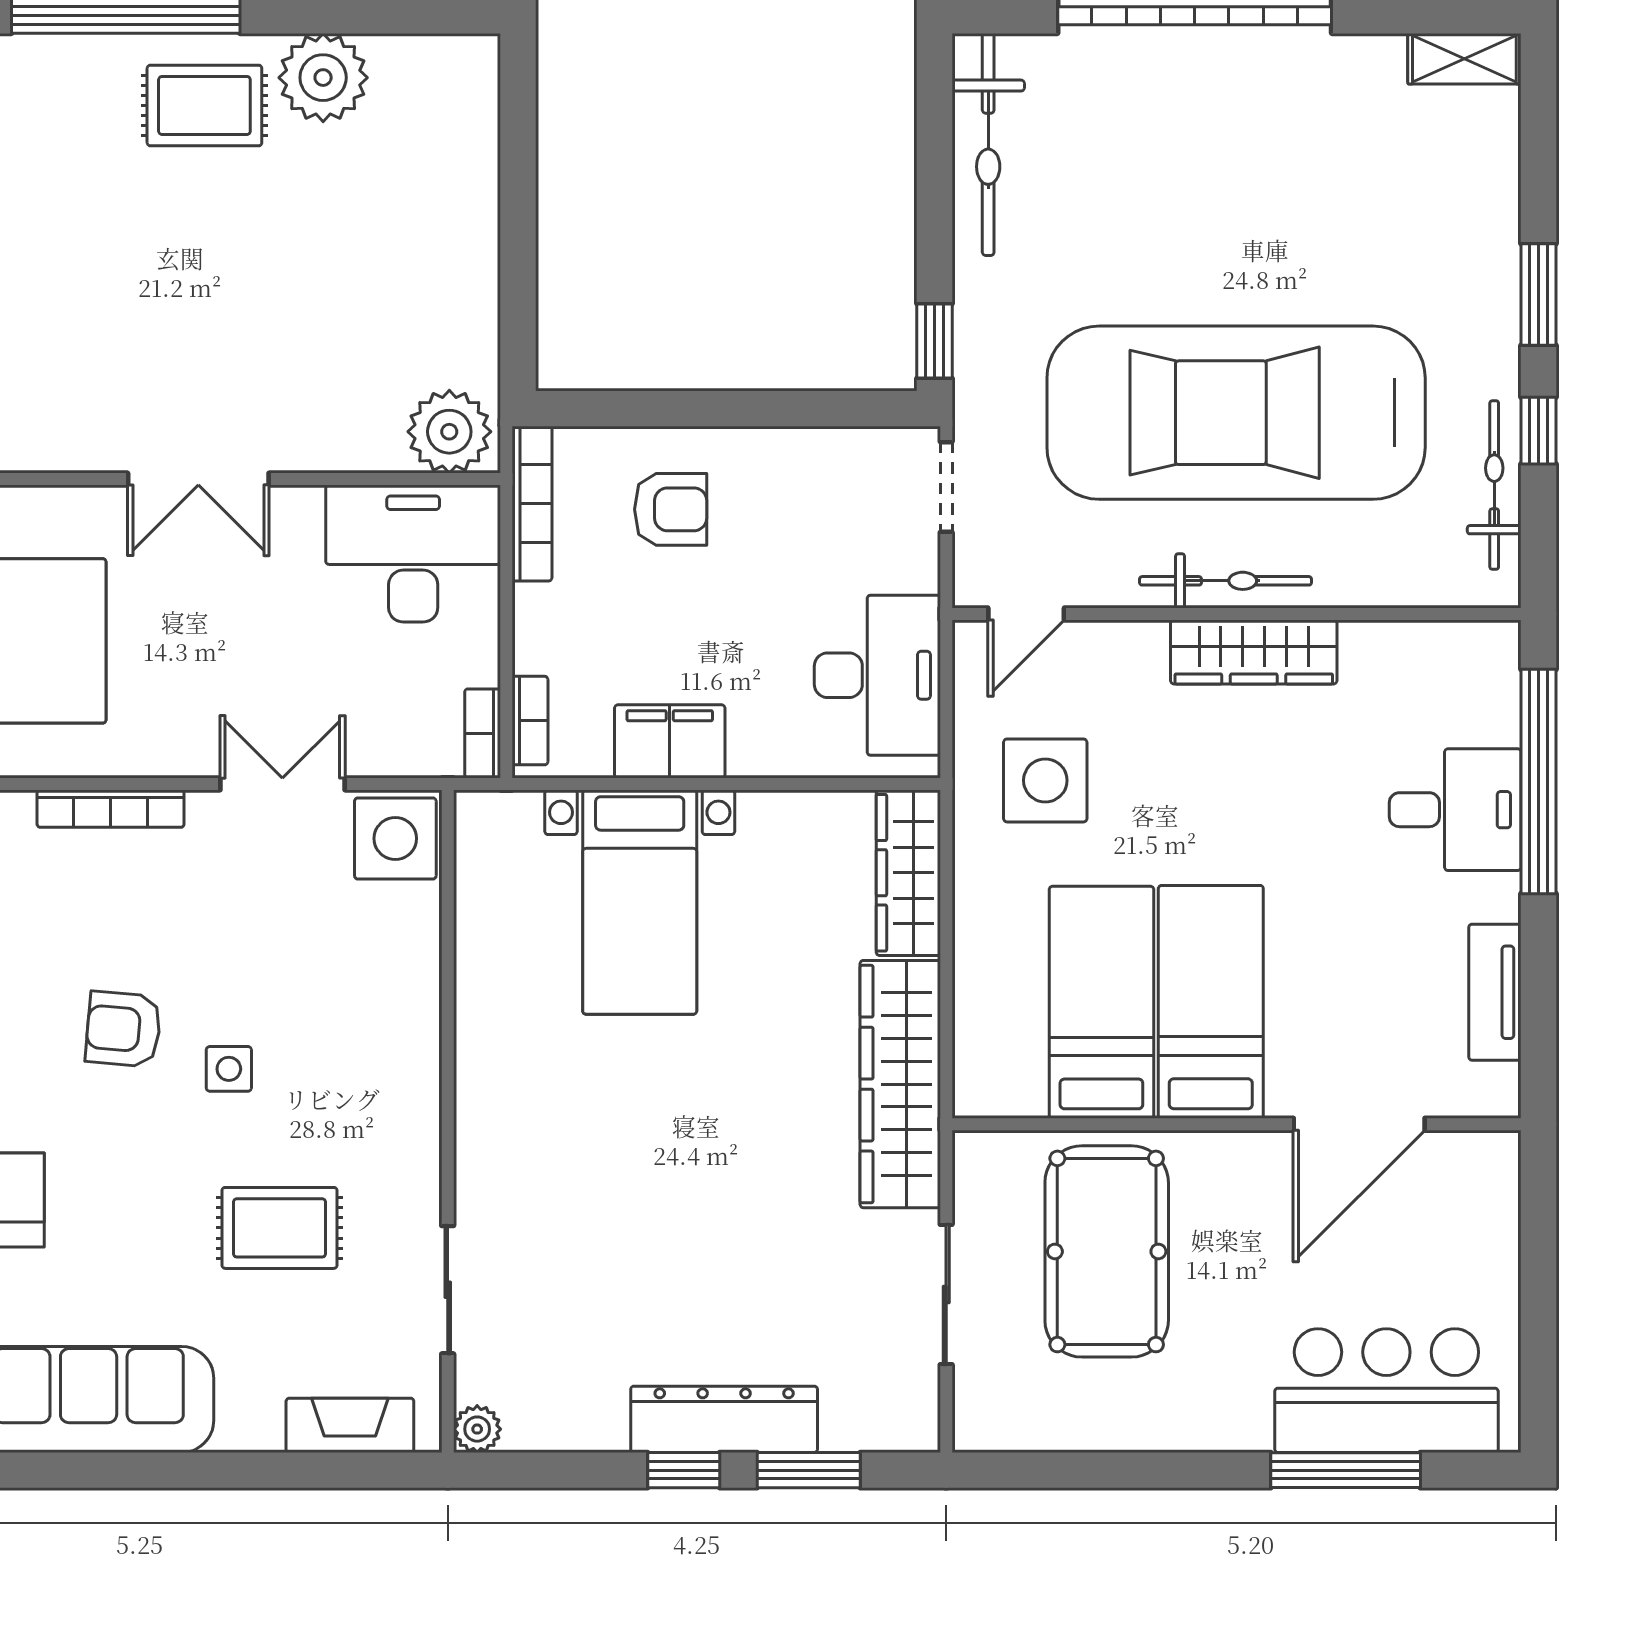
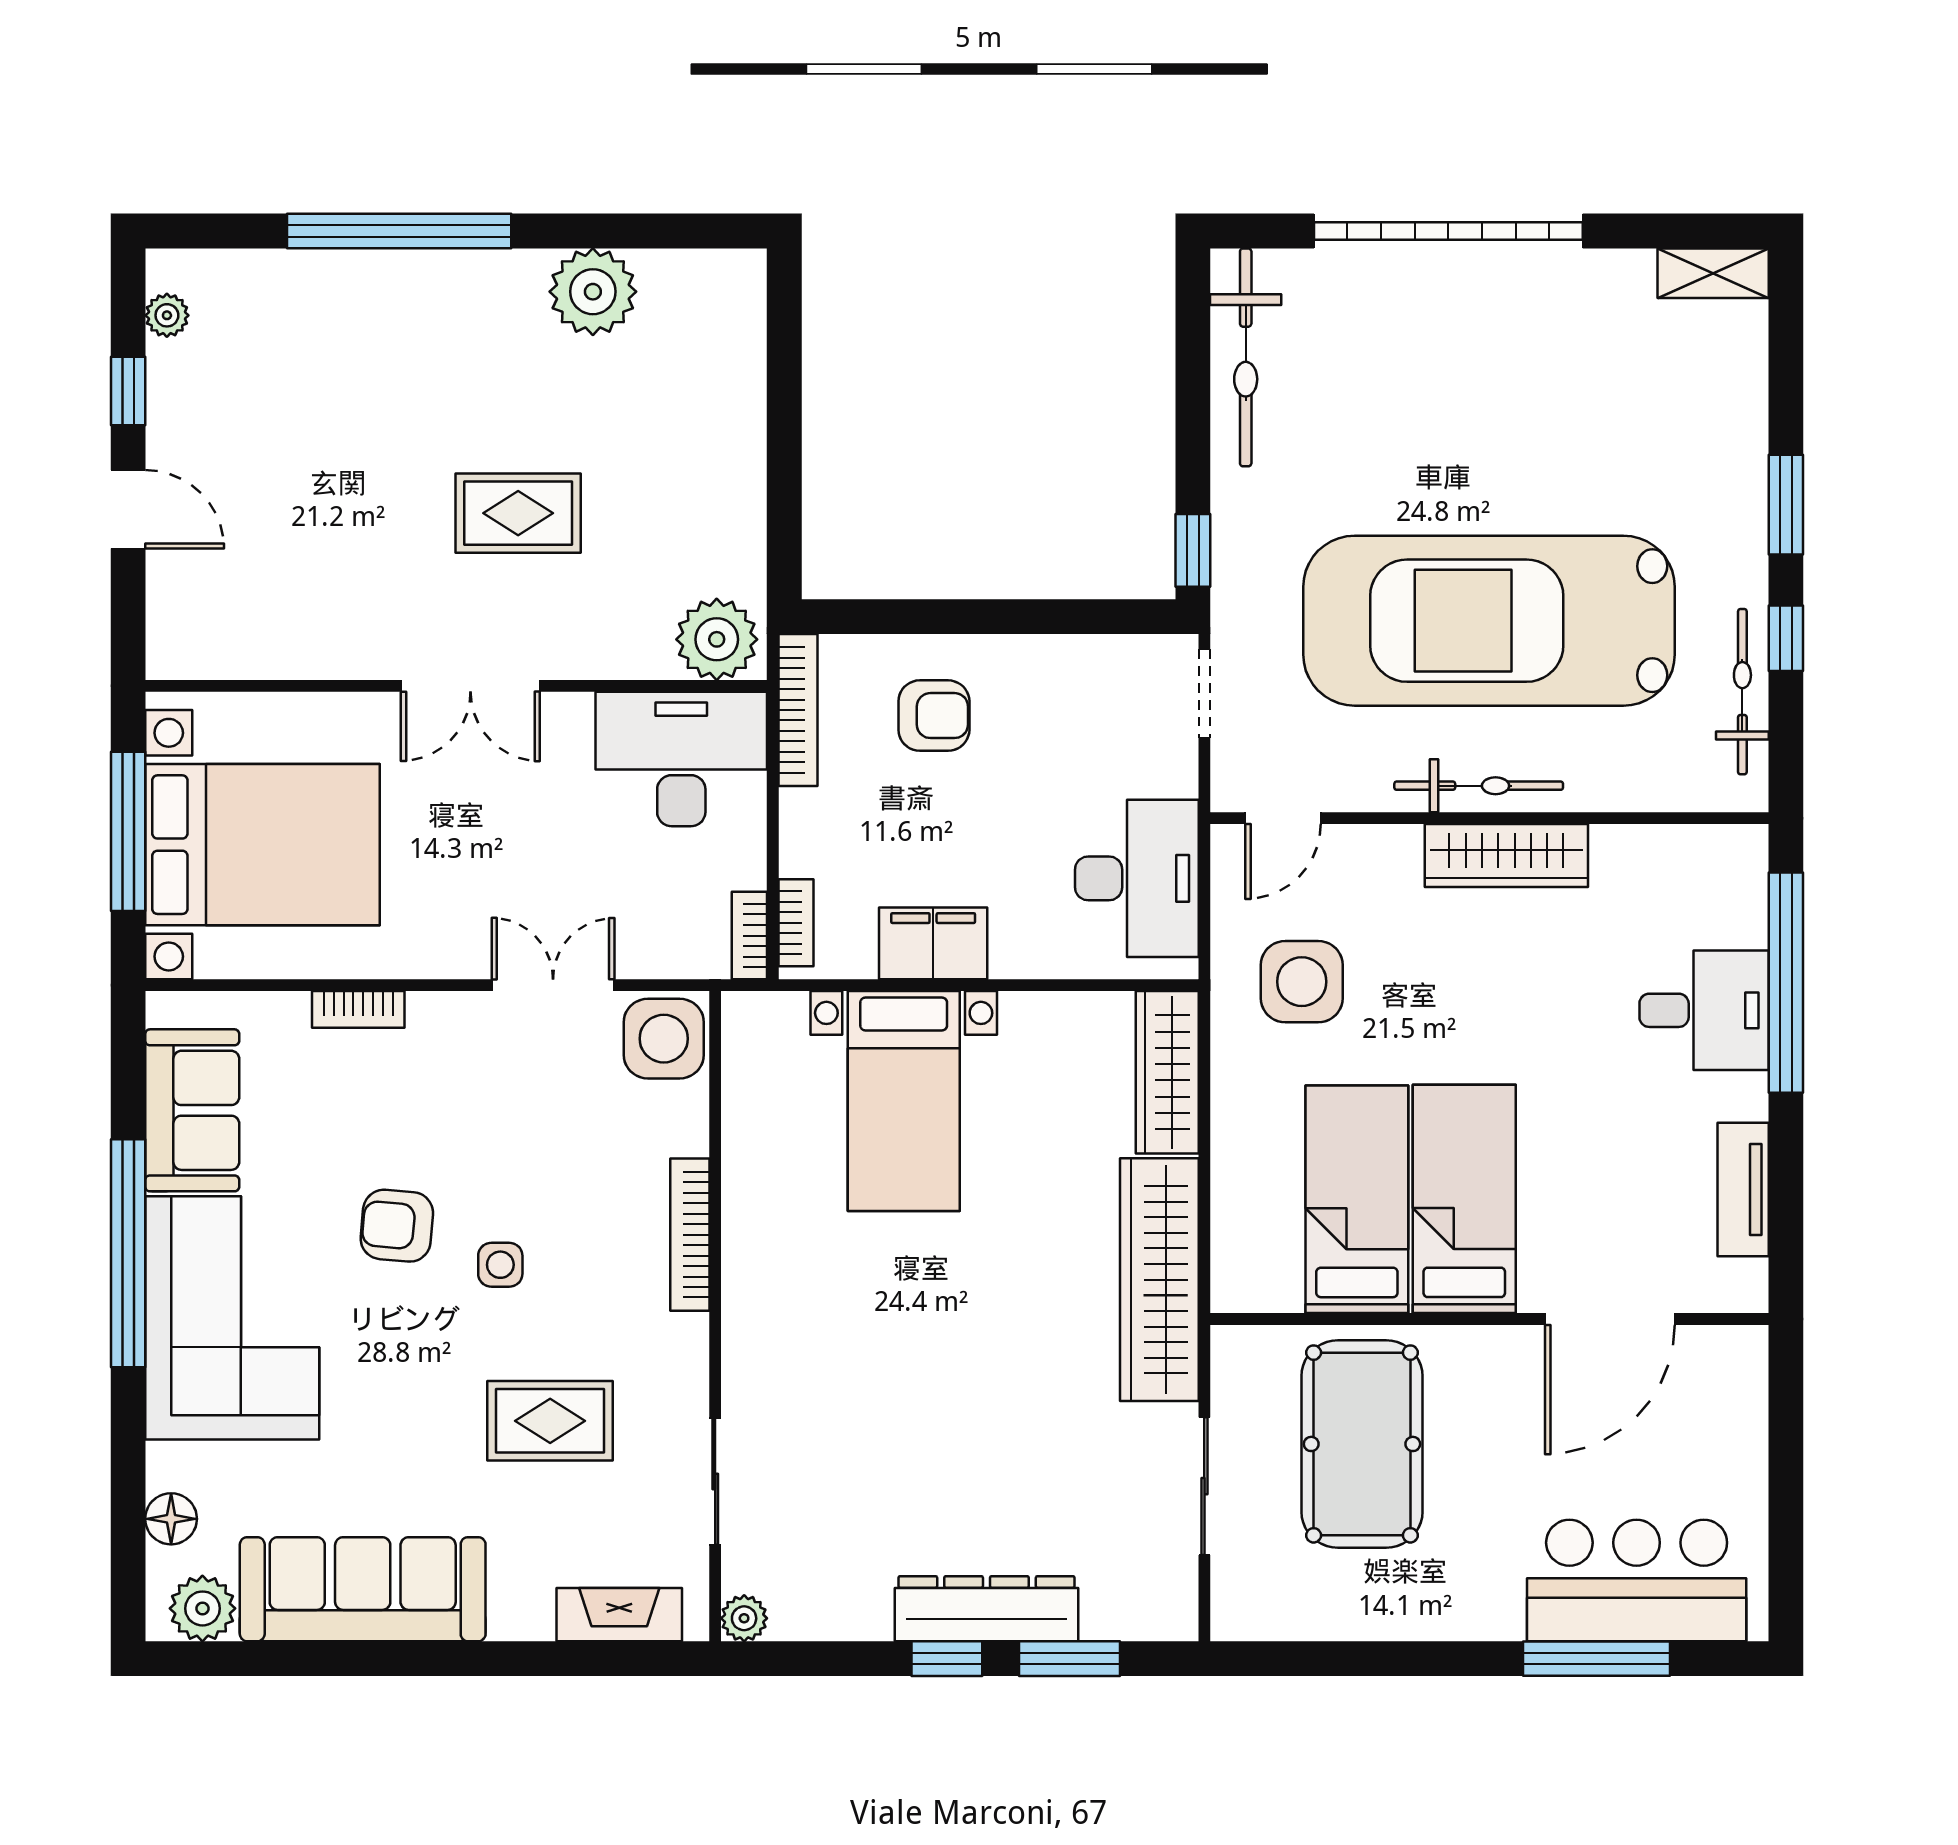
rug: (204, 105) -> (518, 513), moved
bookcase: (111, 809) -> (358, 1009), width x0.64
bookcase: (422, 1038) -> (690, 1235), added

